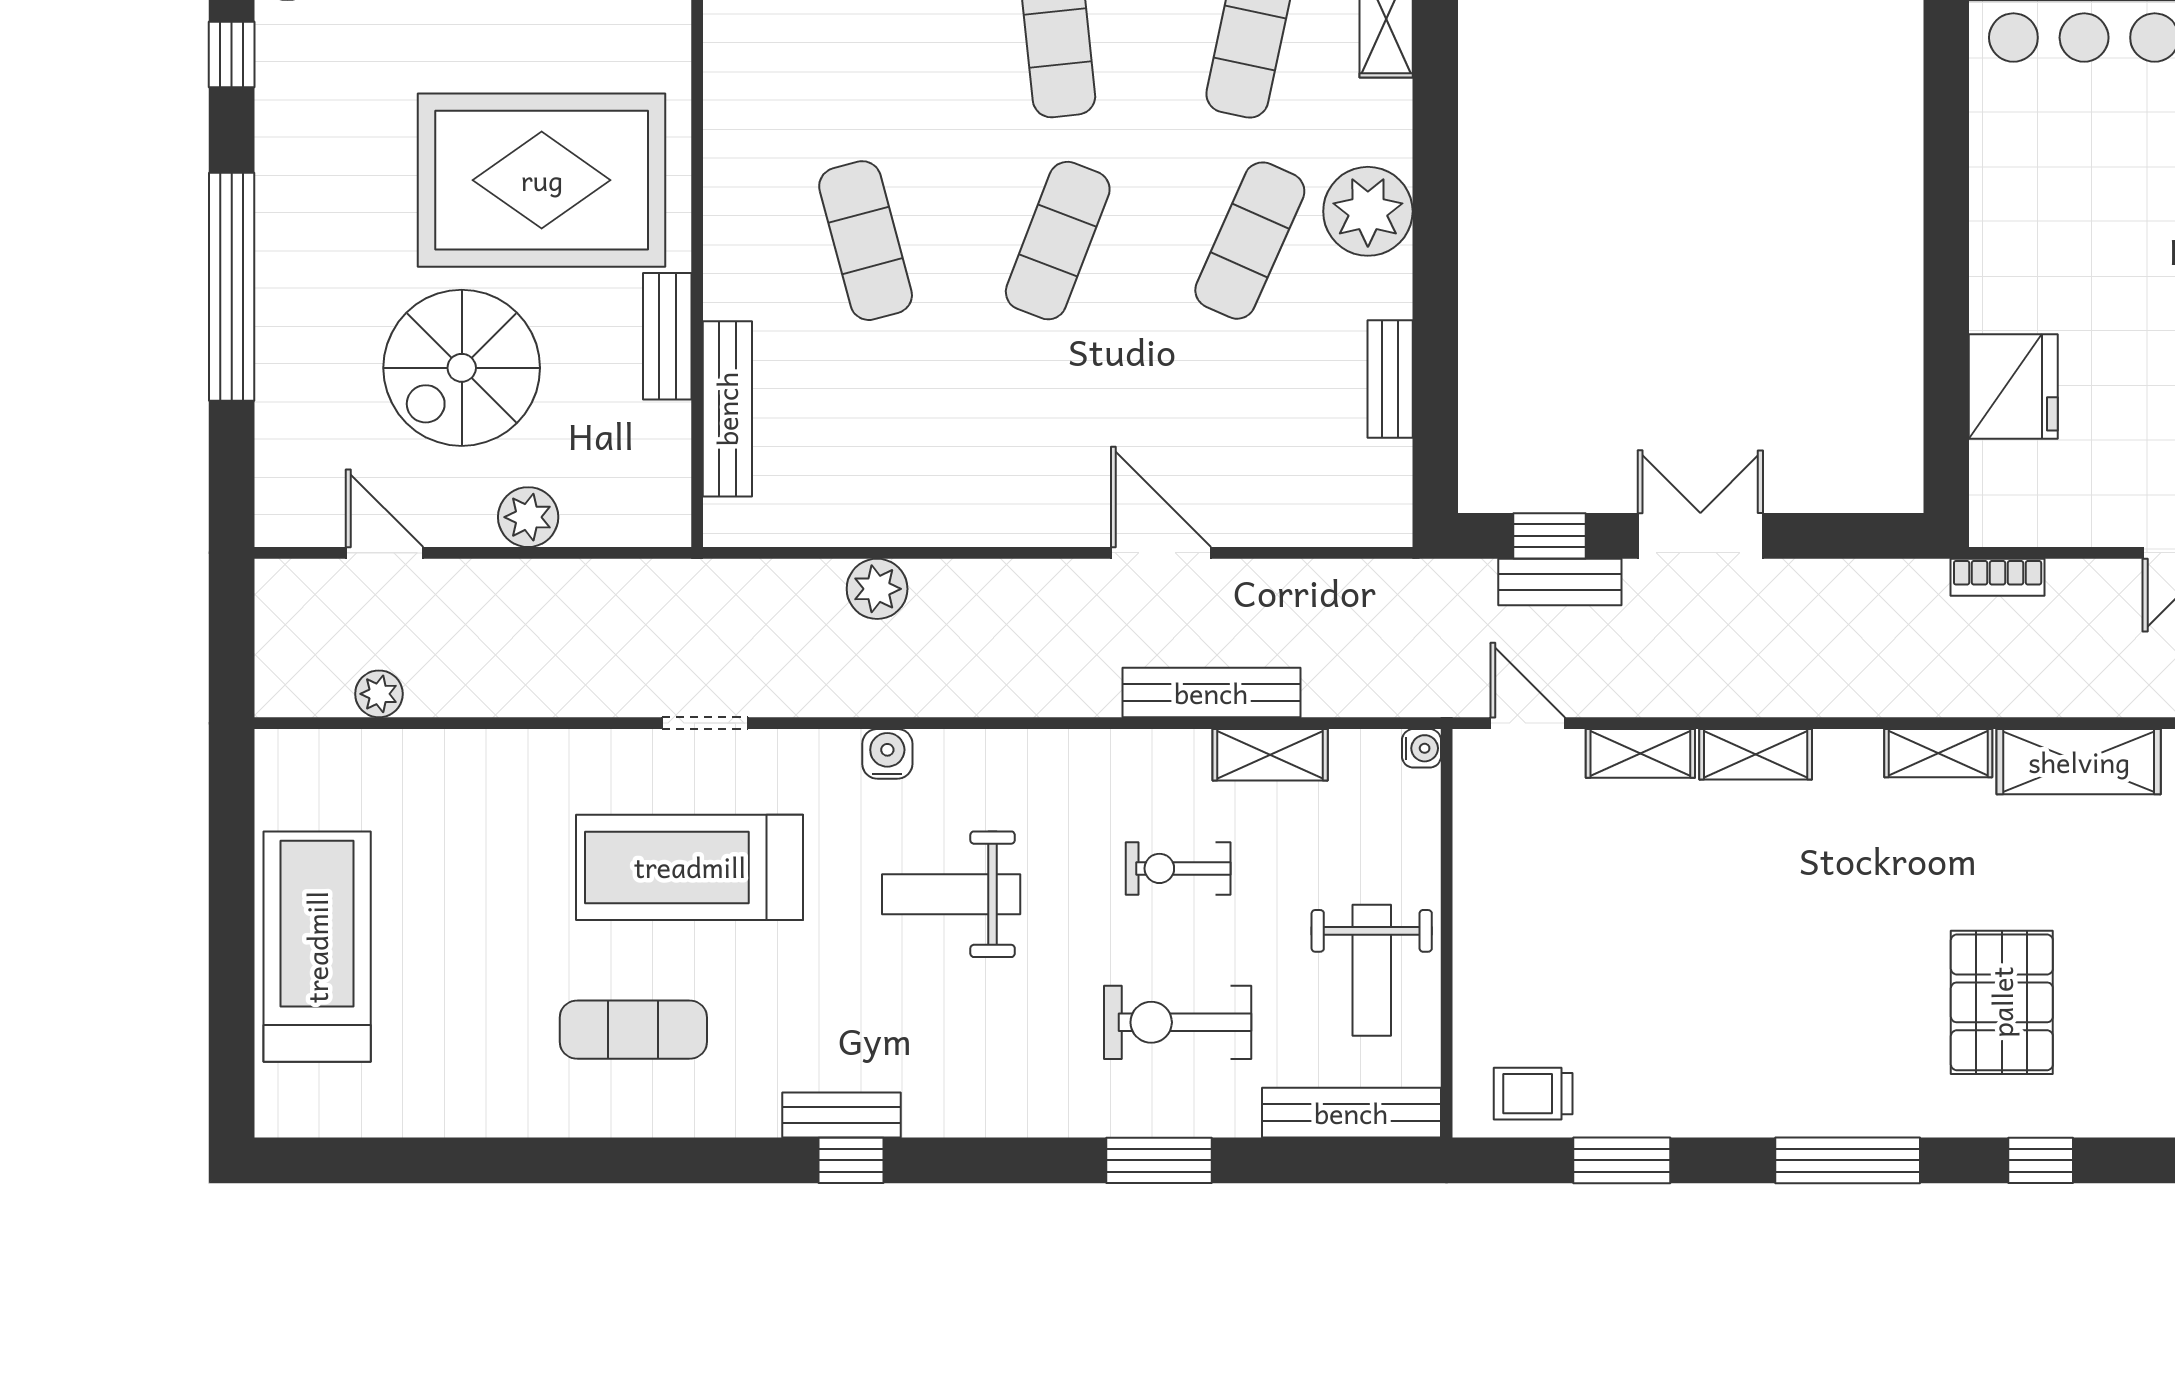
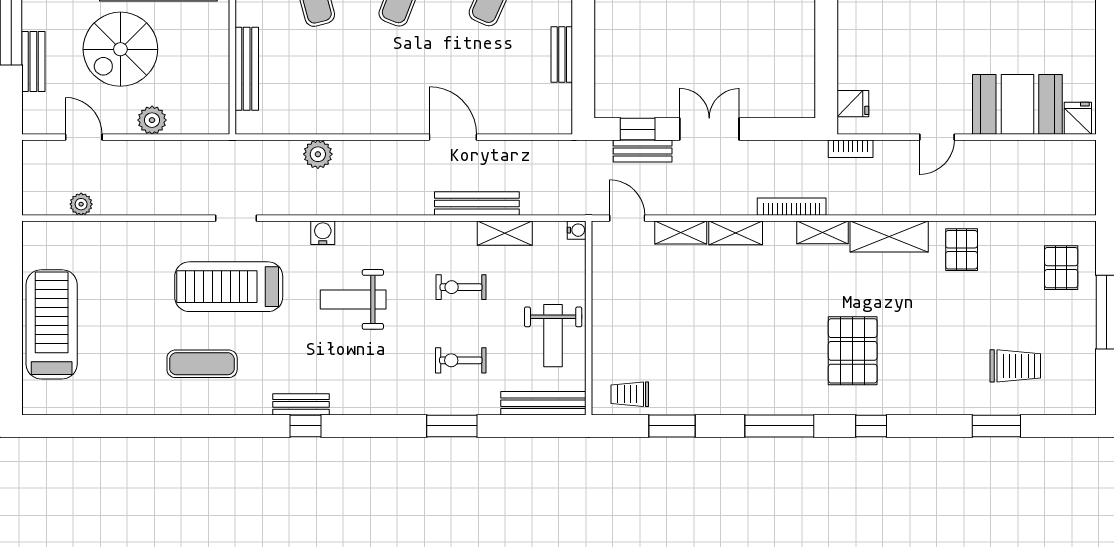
bench: (667, 336) -> (33, 62), moved
fridge: (2013, 387) -> (853, 104), moved, width x0.53, depth x0.75
bookcase: (1873, 699) -> (792, 207), added
exercise bike: (1178, 1022) -> (461, 360), width x0.73, depth x0.72

